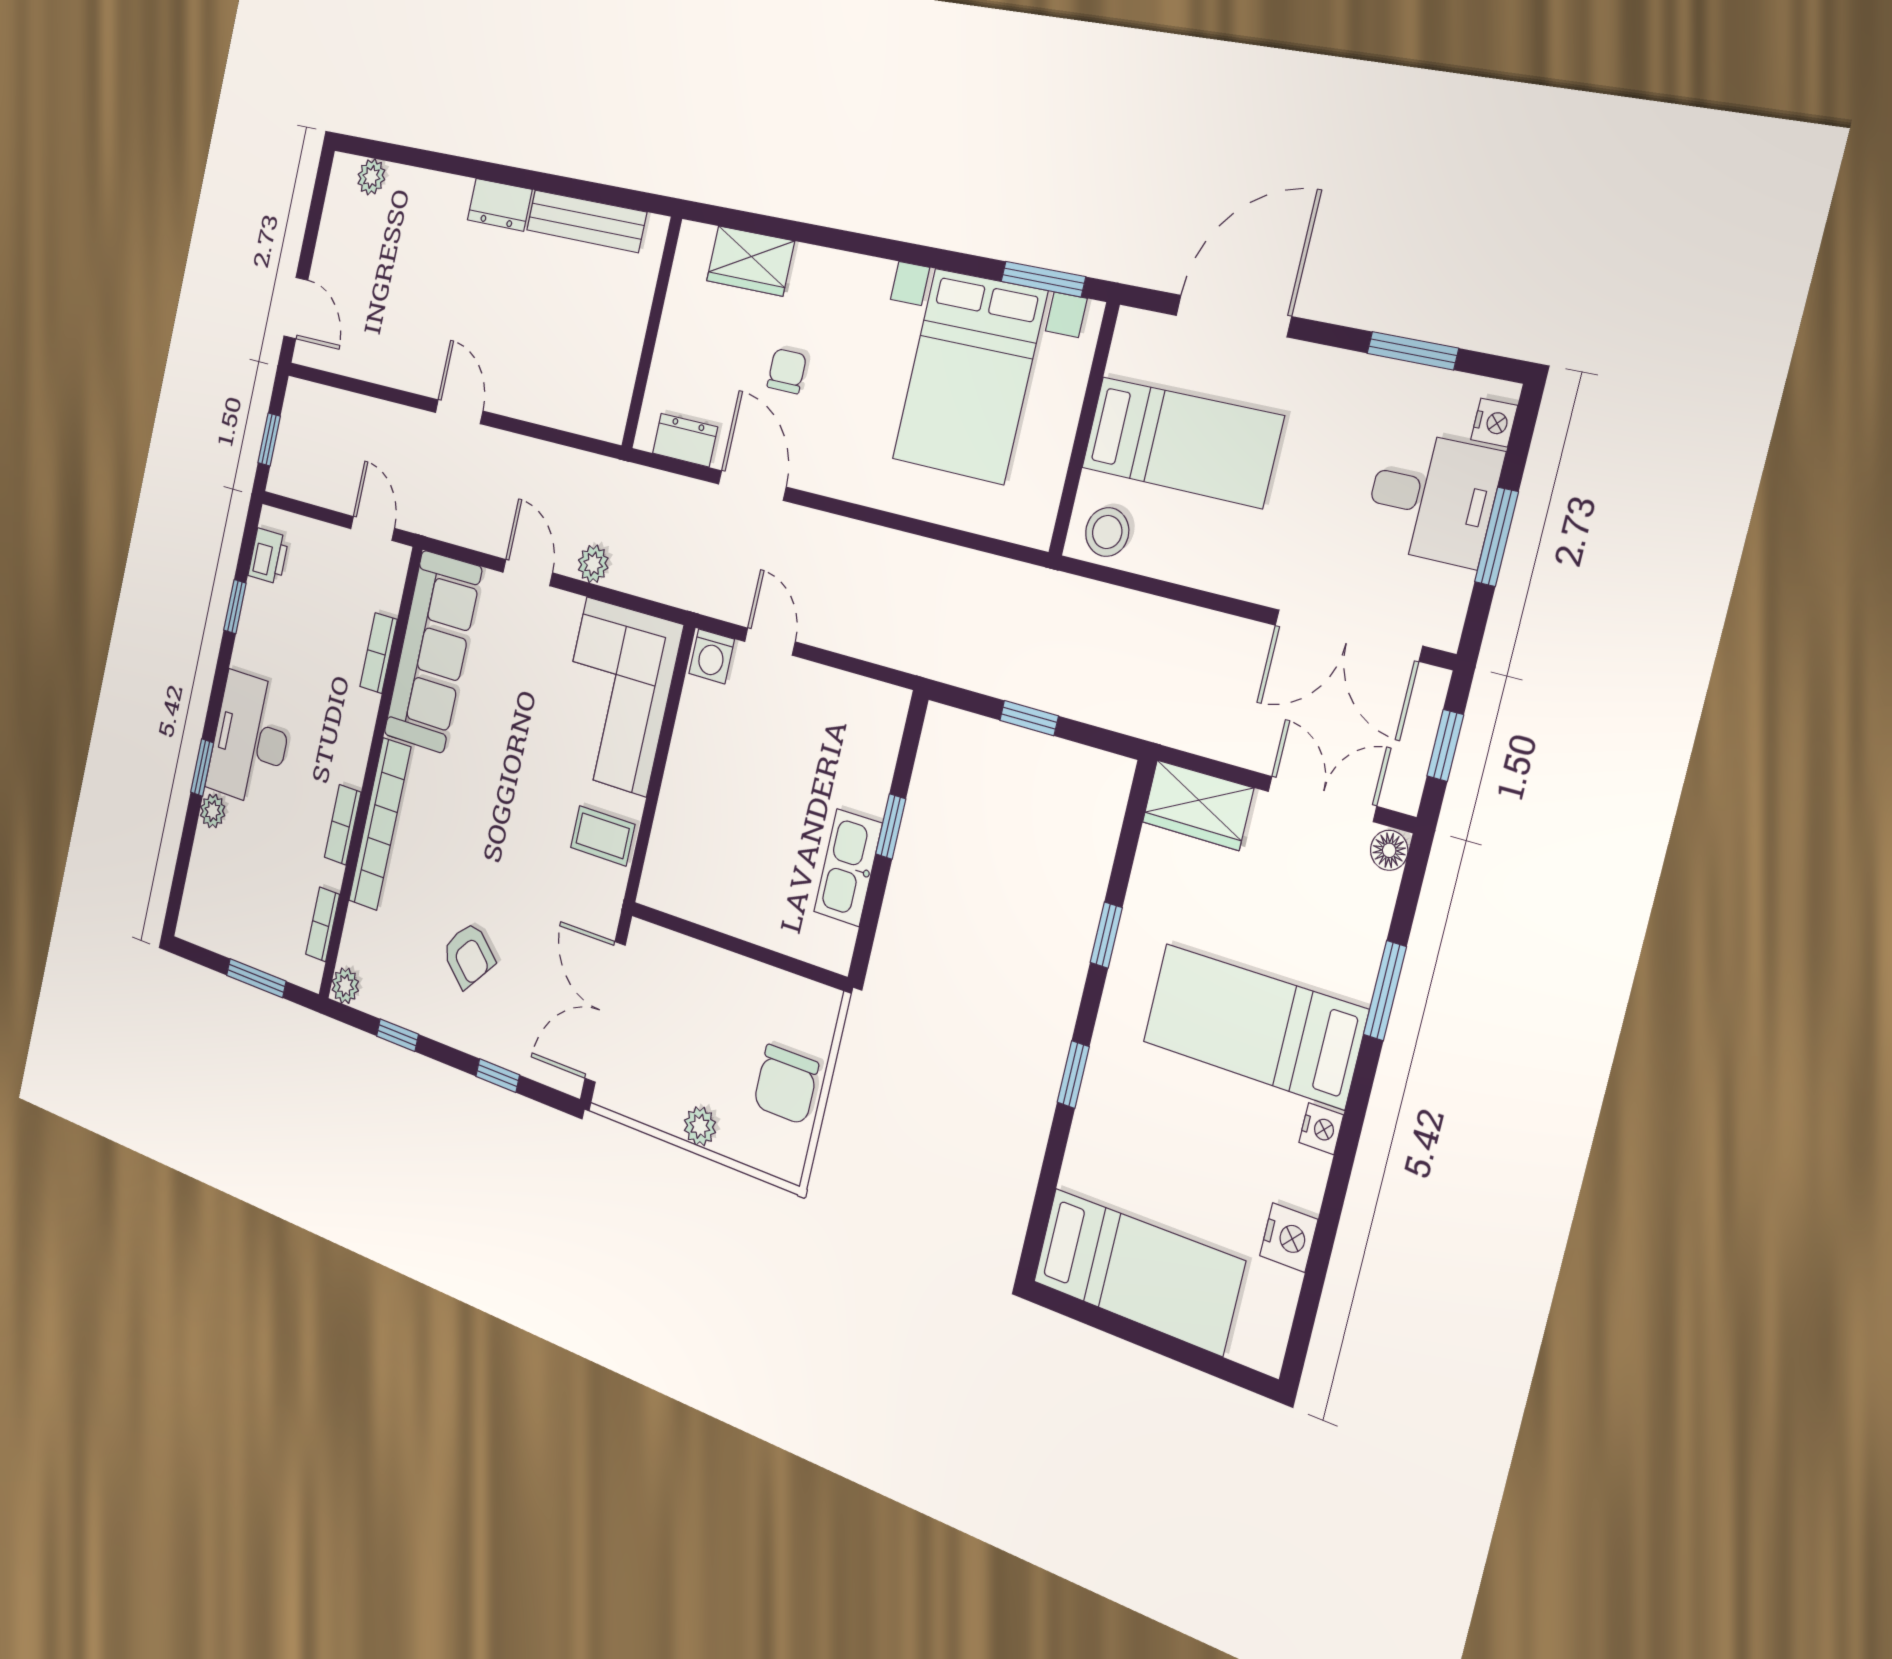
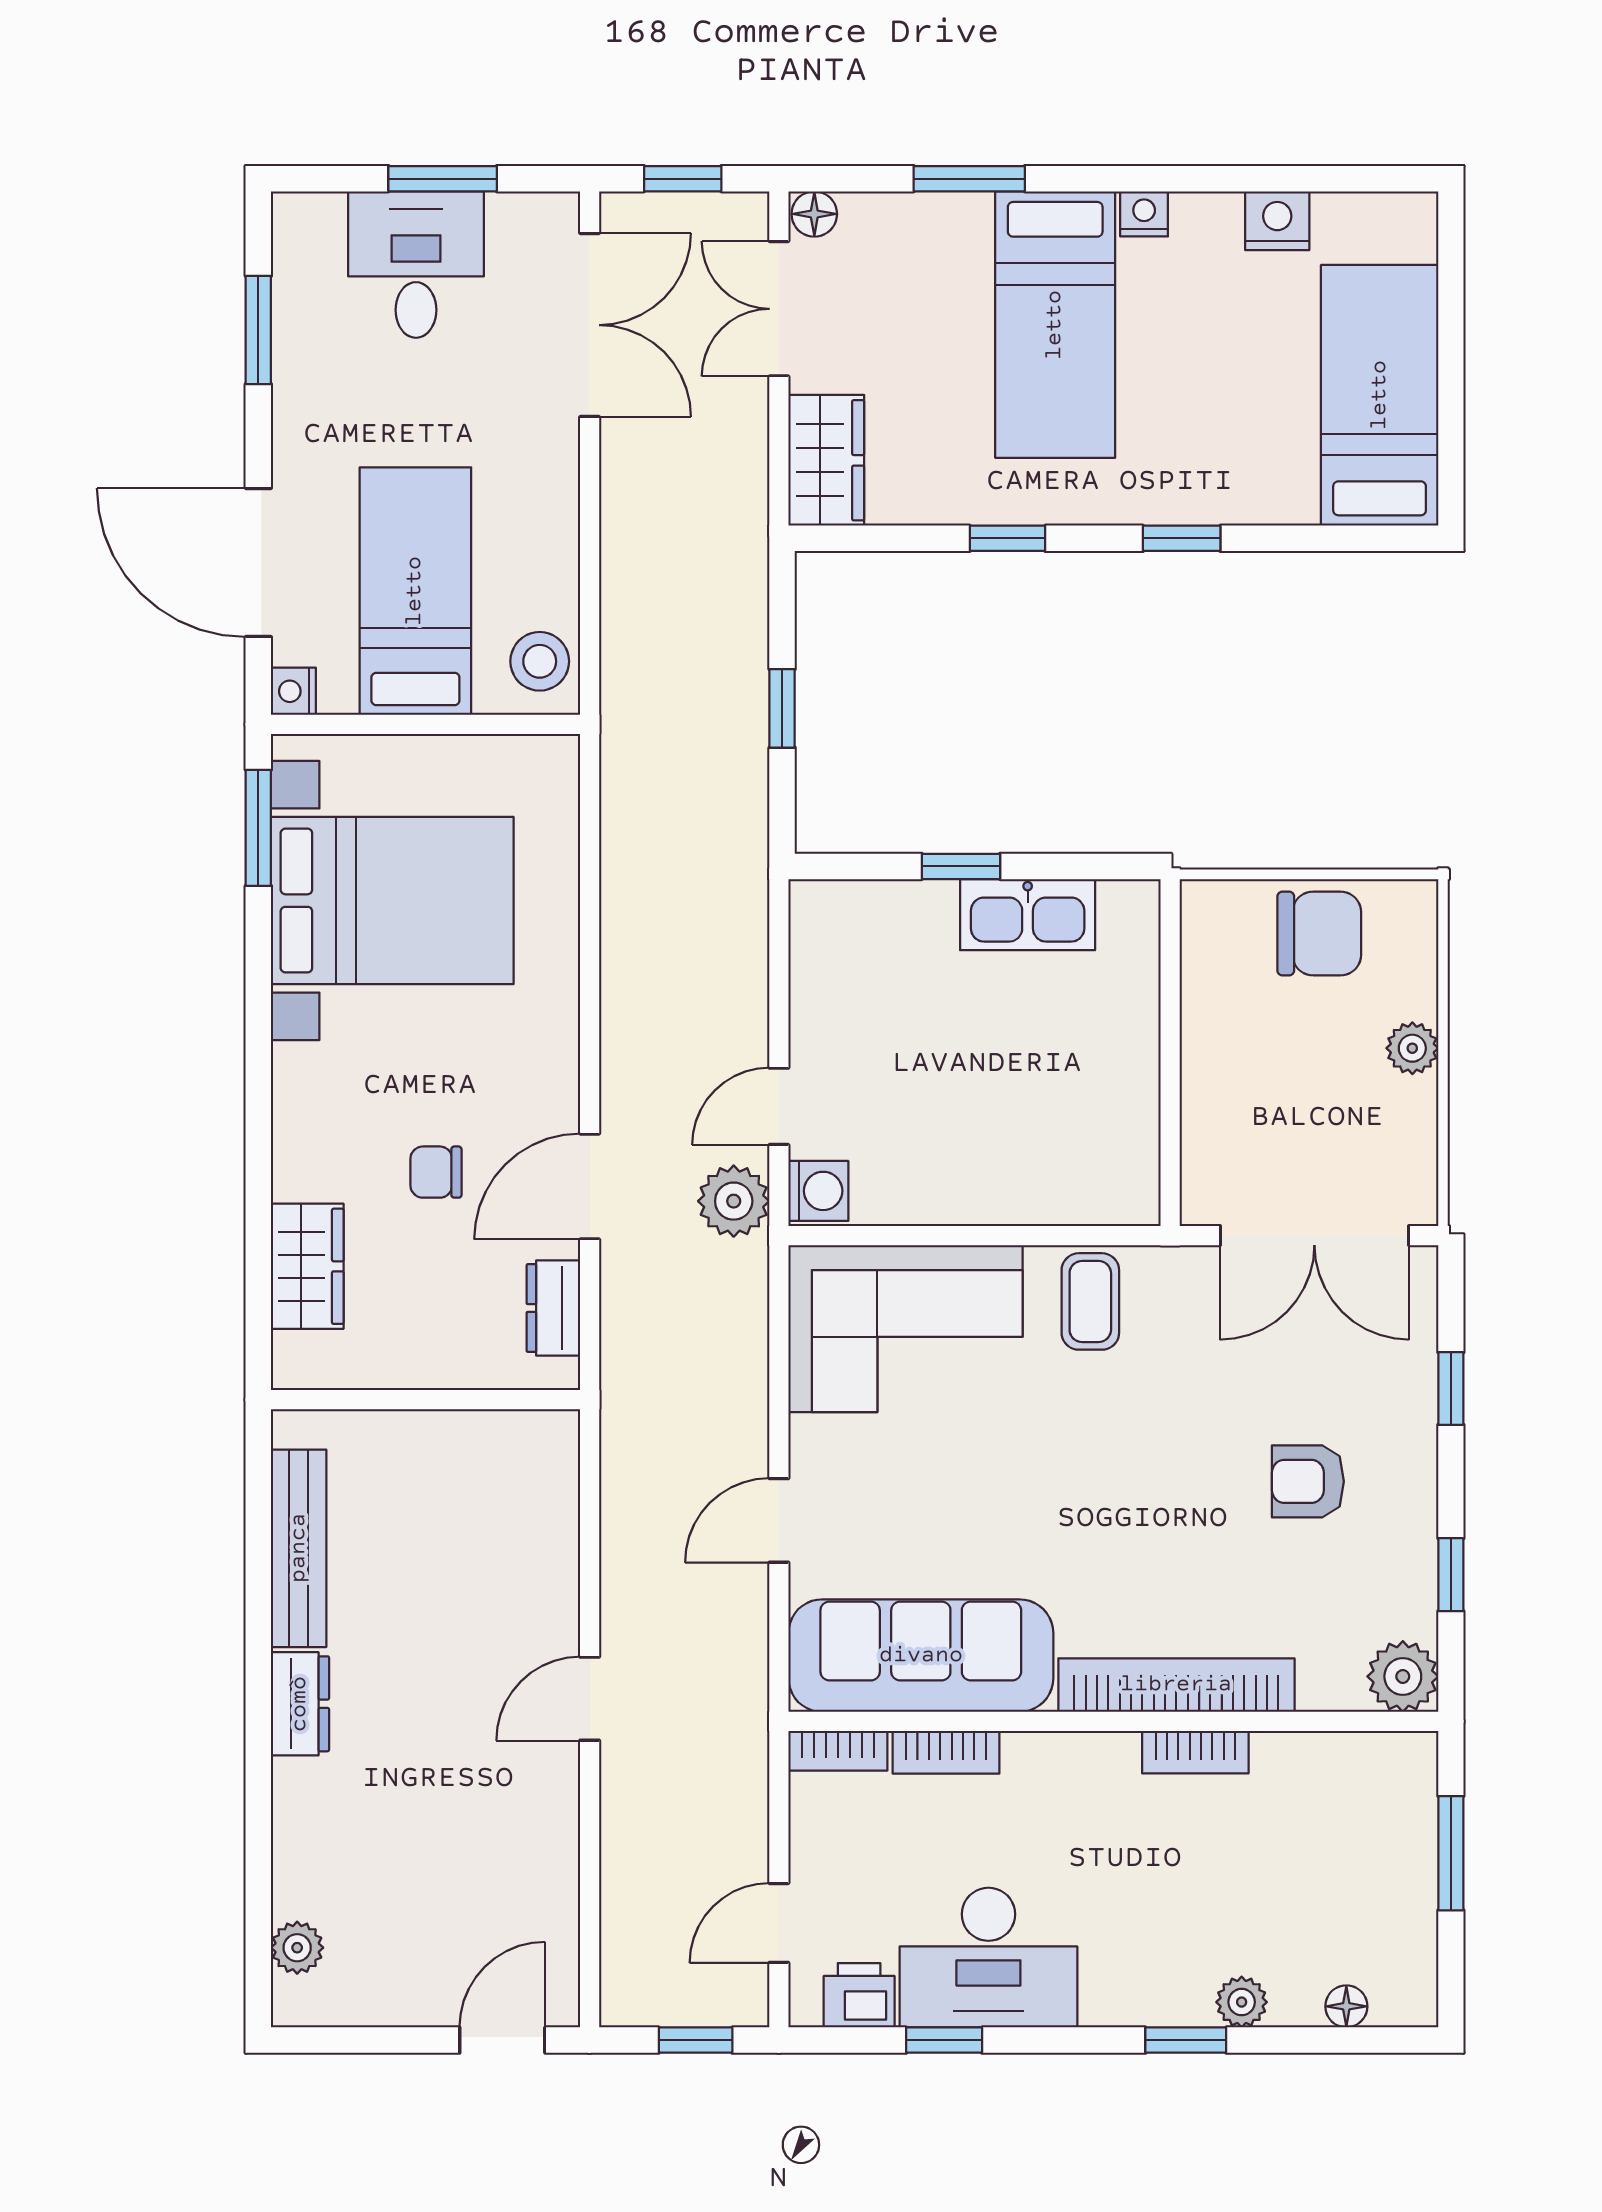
nightstand: (1494, 423) -> (293, 691), moved, turned -90
door: (373, 528) -> (779, 1923), moved
plant: (593, 564) -> (734, 1201), moved, width x1.38, depth x1.38
desk: (250, 739) -> (988, 1958), moved
floor lamp: (196, 880) -> (1346, 2006), added
bookcase: (323, 924) -> (838, 1751), moved
armchair: (469, 955) -> (1308, 1481), turned -131
plant: (345, 986) -> (1403, 1676), width x1.38, depth x1.38

